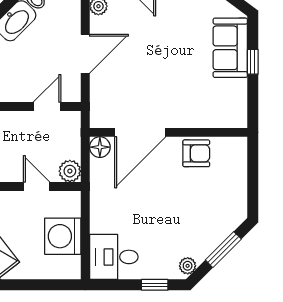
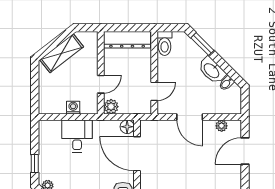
door: (47, 106) -> (154, 91), hinge flipped
washing machine: (63, 236) -> (73, 108), width x0.53, depth x0.53
desk: (114, 257) -> (77, 136), moved

